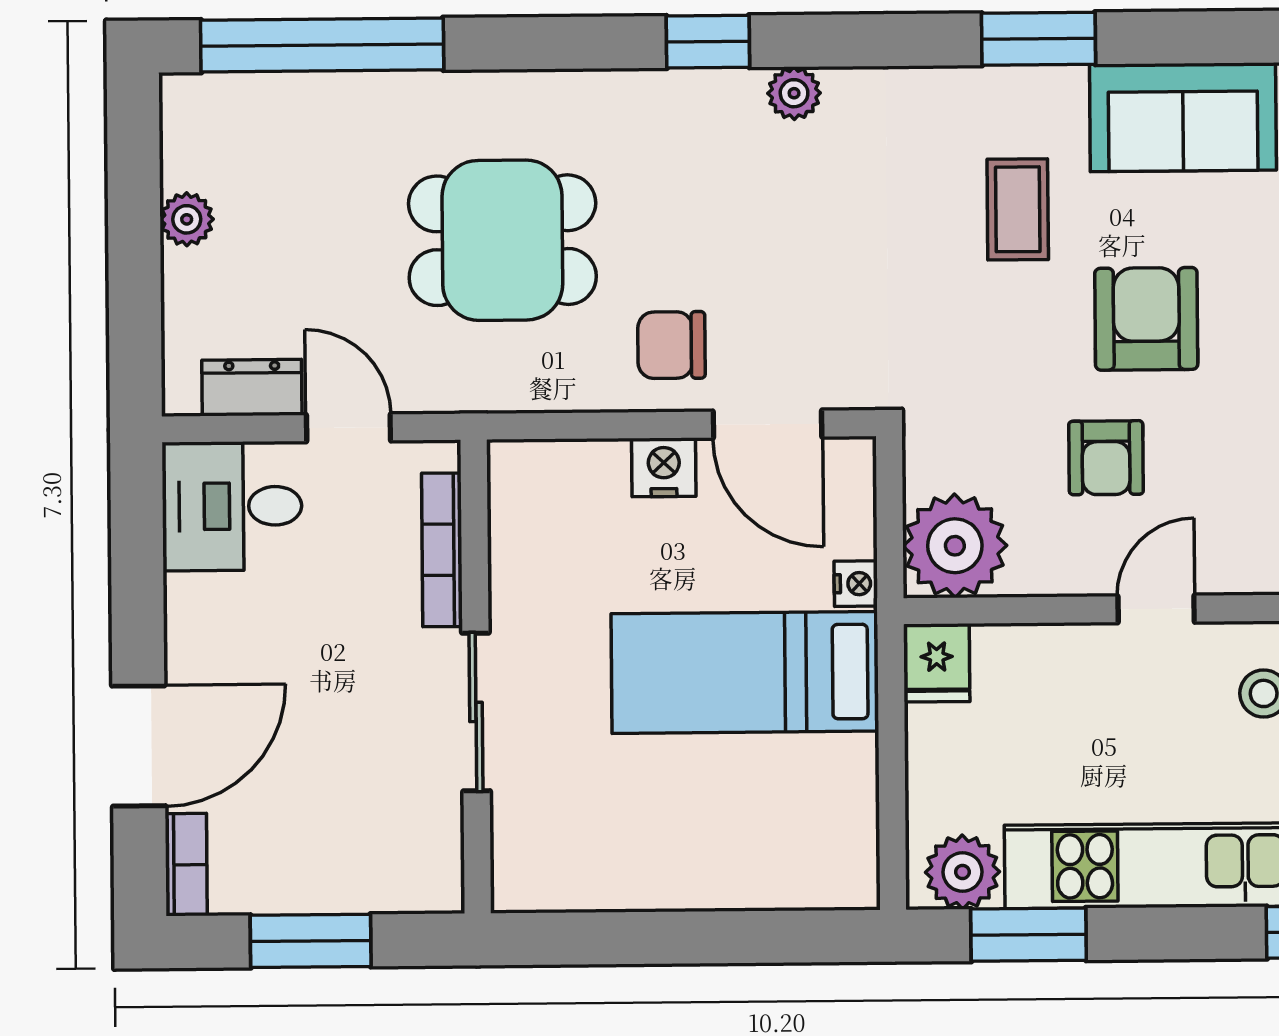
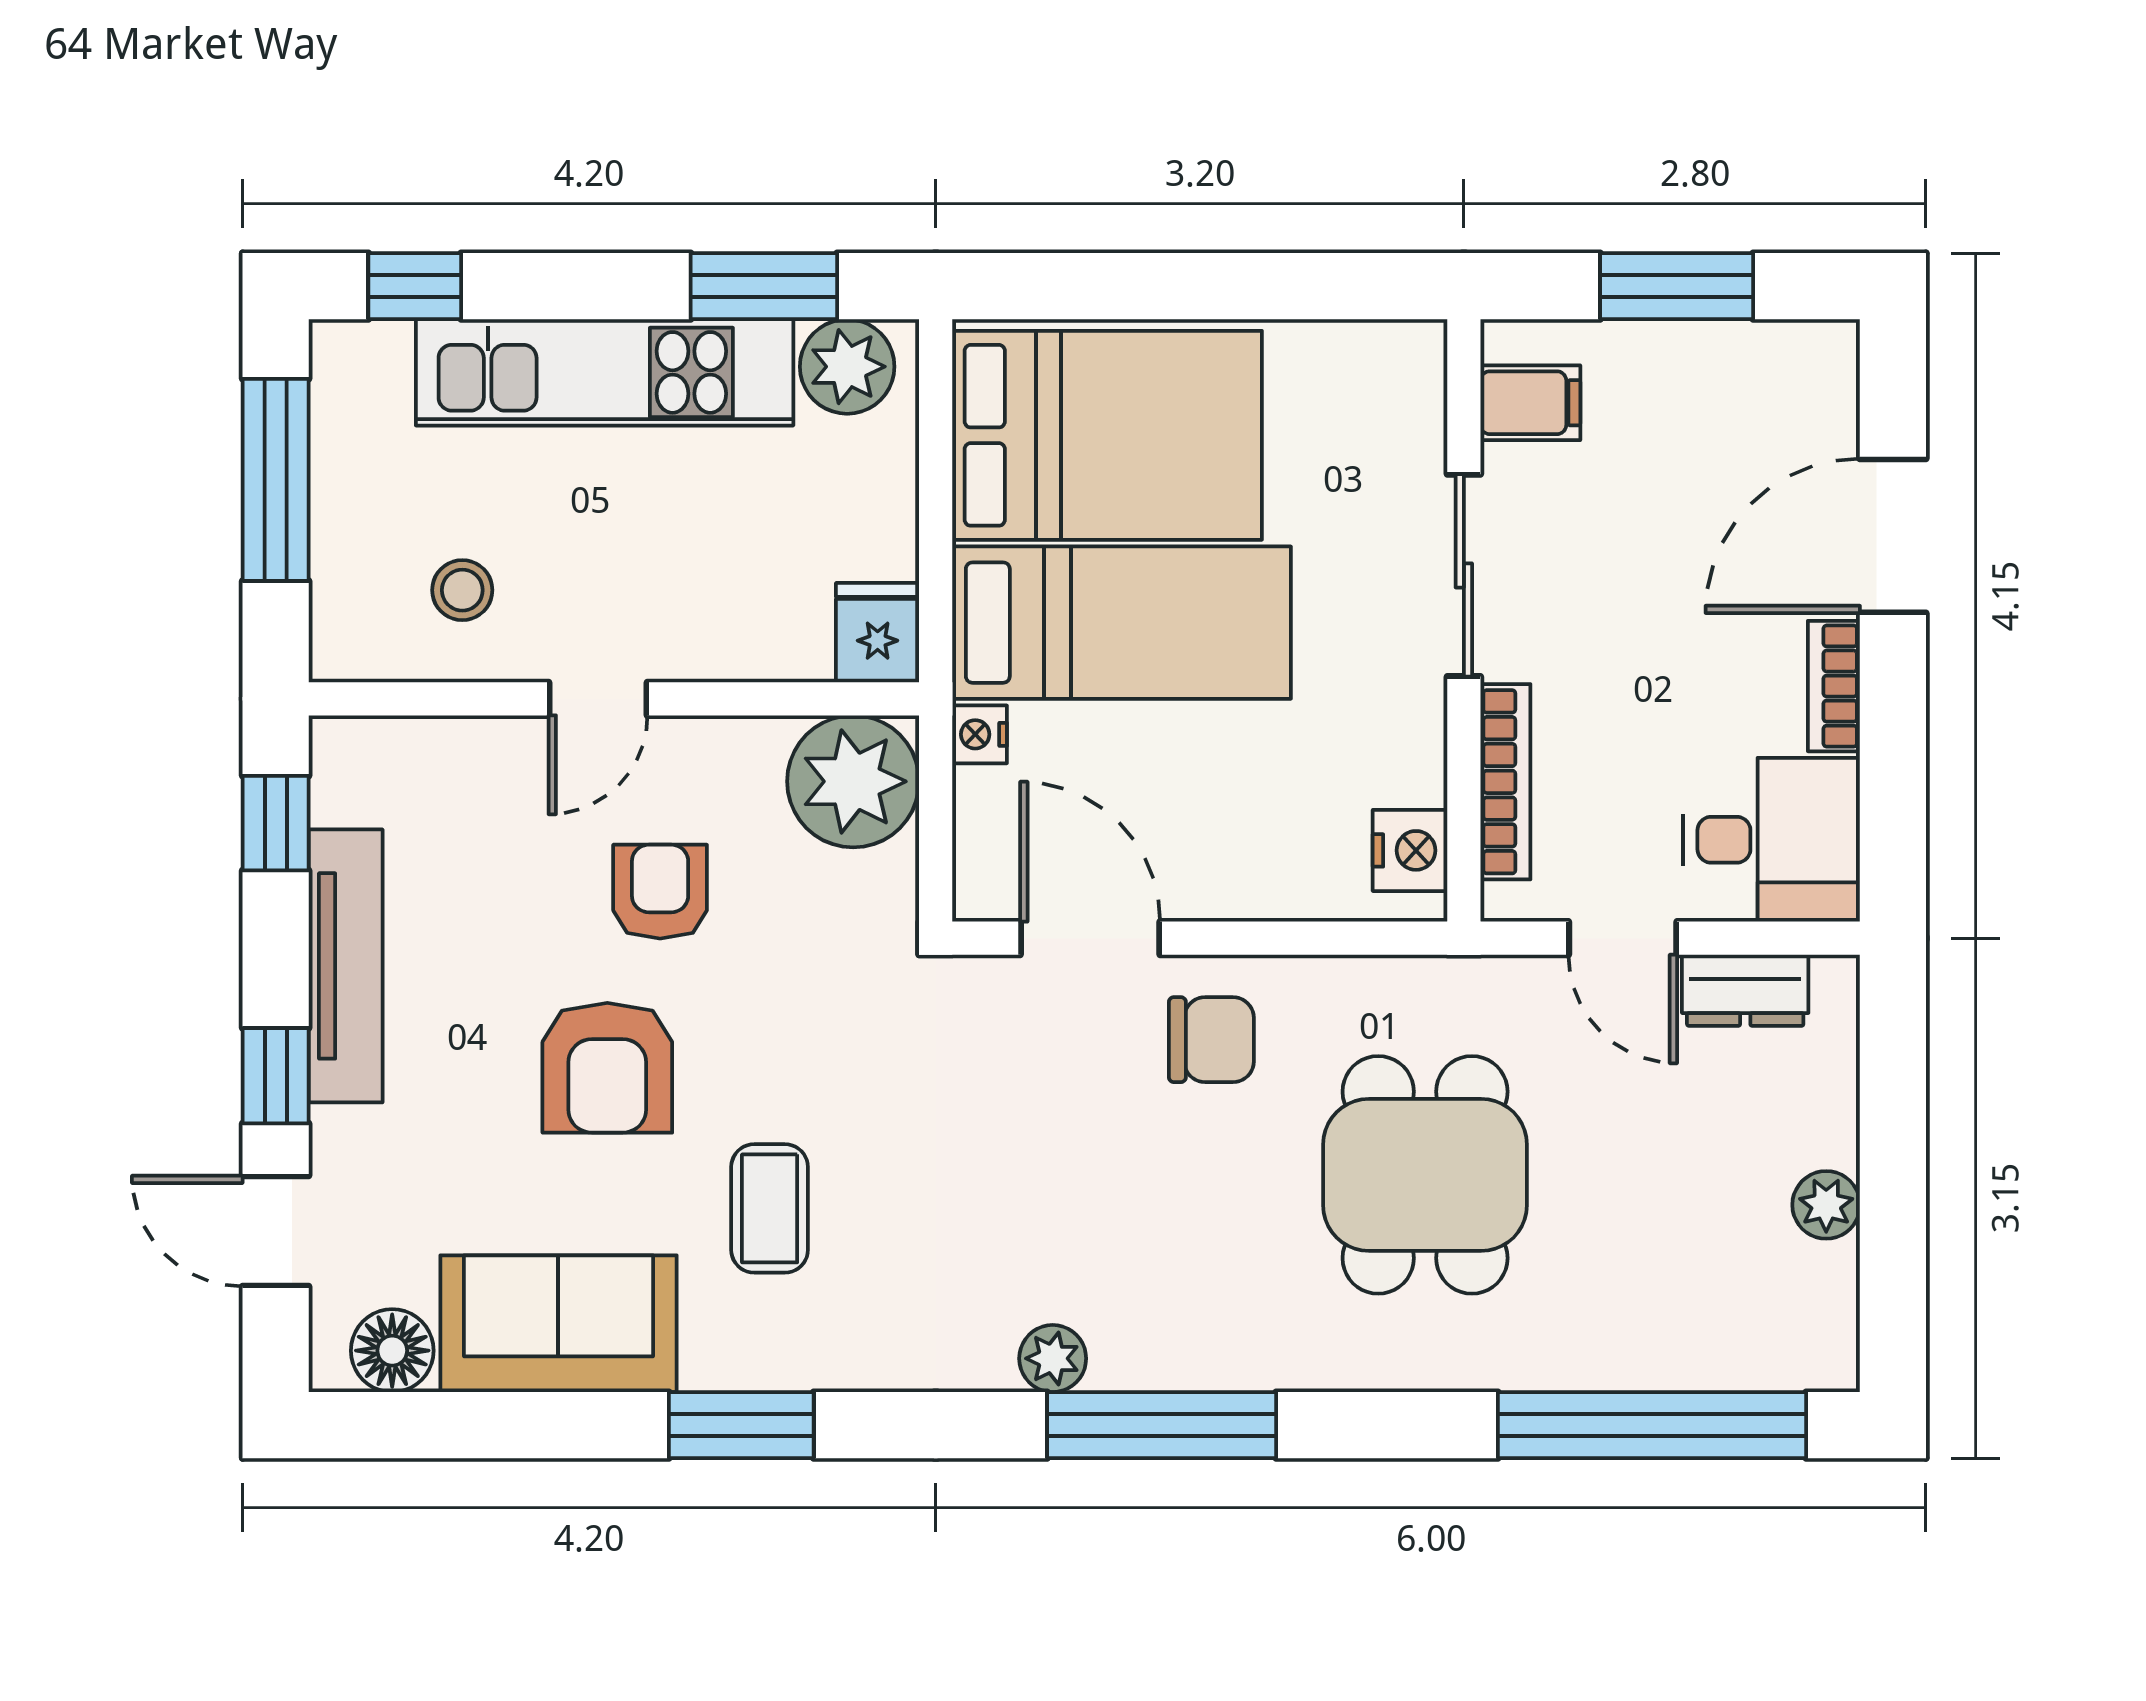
window: (708, 42) -> (1162, 1425), width x2.17
dining table: (502, 240) -> (1425, 1175), turned 90
nightstand: (664, 467) -> (1410, 850), moved, turned -90
bed: (758, 820) -> (1107, 435), added
filing cabinet: (425, 848) -> (1530, 403), added
bookcase: (186, 865) -> (1834, 686), moved

